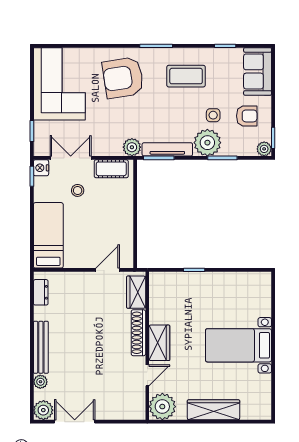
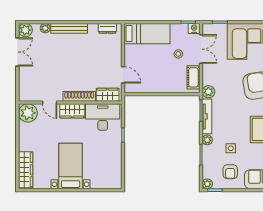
plant: (207, 143) -> (207, 140), width x0.53, depth x0.53
desk: (168, 299) -> (103, 117), added
wardrobe: (214, 410) -> (26, 170), moved

